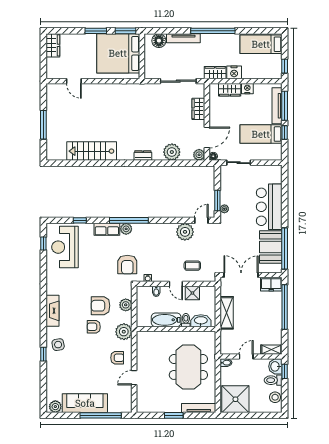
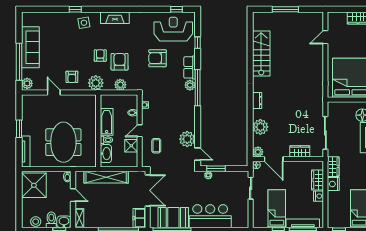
armchair: (127, 265) -> (158, 58), moved
shelving: (227, 313) -> (106, 177), width x1.47
meeting table: (188, 367) -> (63, 142), turned 90
plant: (55, 407) -> (27, 83), moved

